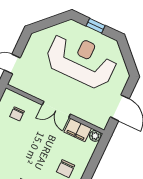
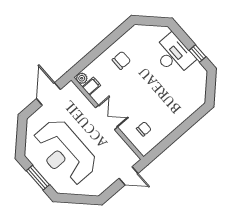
window: (96, 26) -> (38, 178), width x1.50
filing cabinet: (78, 130) -> (91, 86), width x0.50

